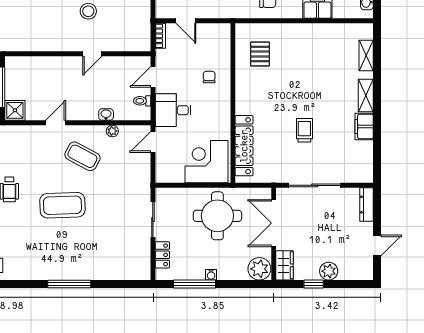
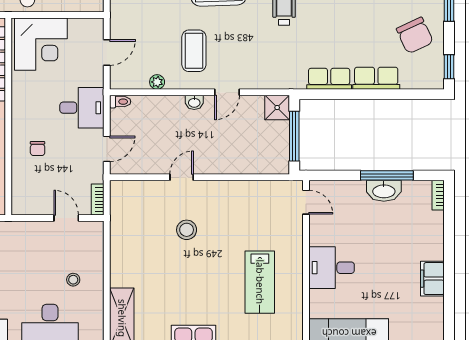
toilet: (142, 101) -> (120, 102), moved
washbasin: (106, 114) -> (194, 102), moved
door: (153, 142) -> (107, 52), moved
coffee table: (82, 156) -> (194, 51), turned 62

